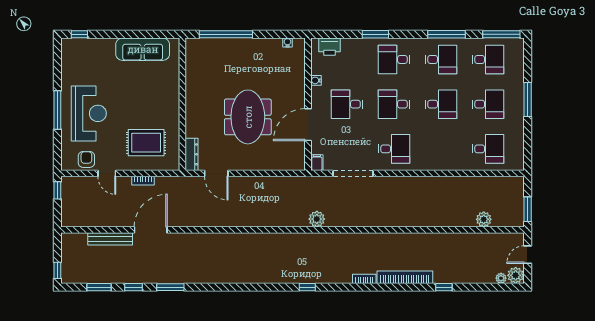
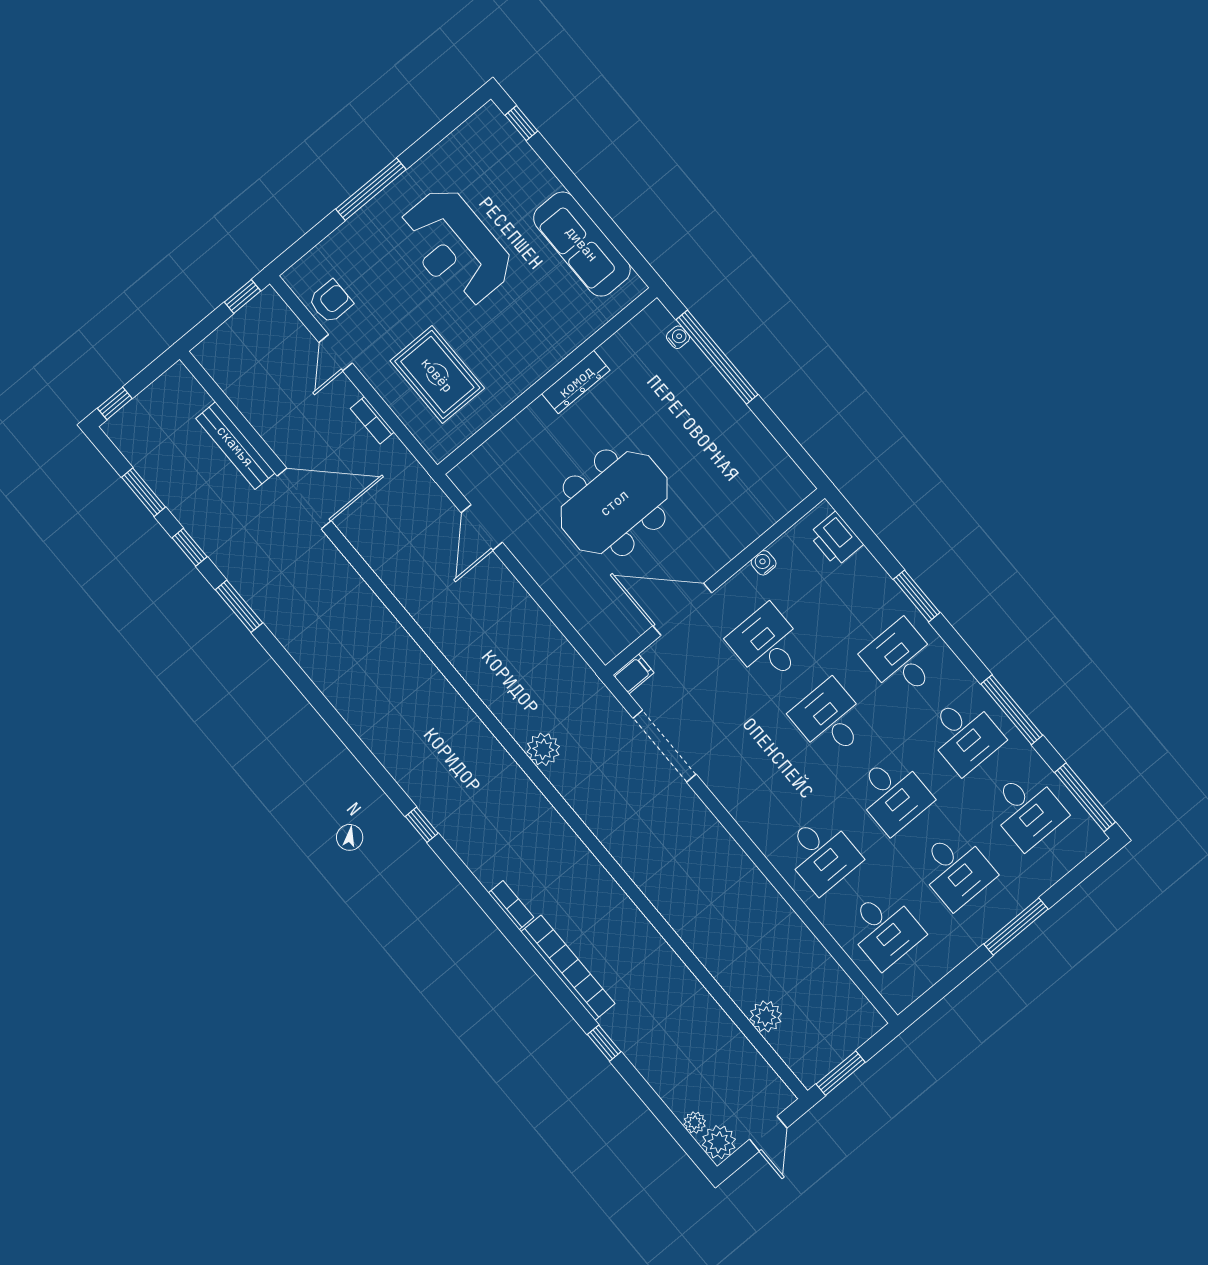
water cooler: (288, 42) -> (678, 337), moved
reception desk: (89, 113) -> (456, 247), moved, turned 90
desk: (394, 149) -> (821, 854), moved
dresser: (192, 154) -> (576, 382), moved
door: (528, 255) -> (768, 1134), swing flipped

